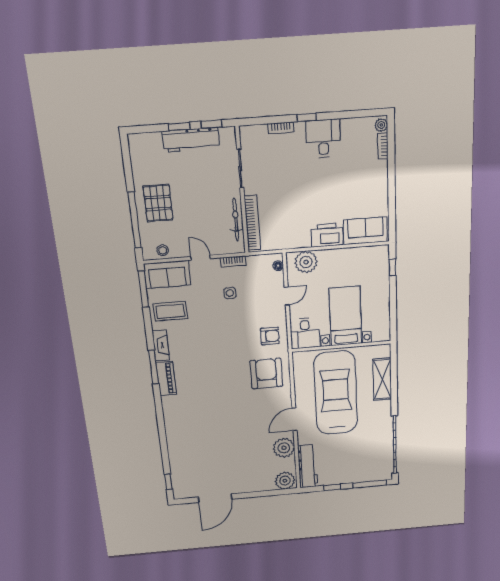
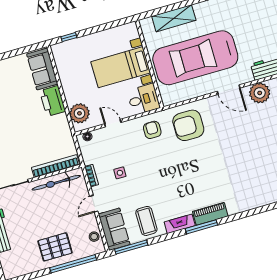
bicycle: (236, 220) -> (56, 183), width x1.37, depth x1.40

